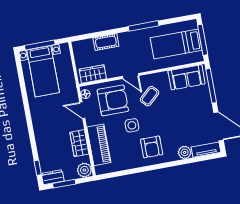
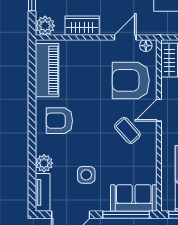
sofa: (187, 77) -> (134, 198), moved, turned 90
armchair: (113, 100) -> (131, 80), turned 90
side table: (132, 125) -> (86, 175), moved
piano: (99, 145) -> (47, 70), moved, turned -90

